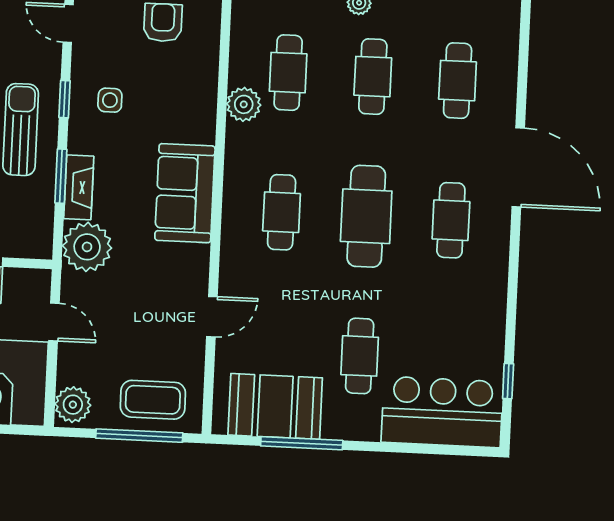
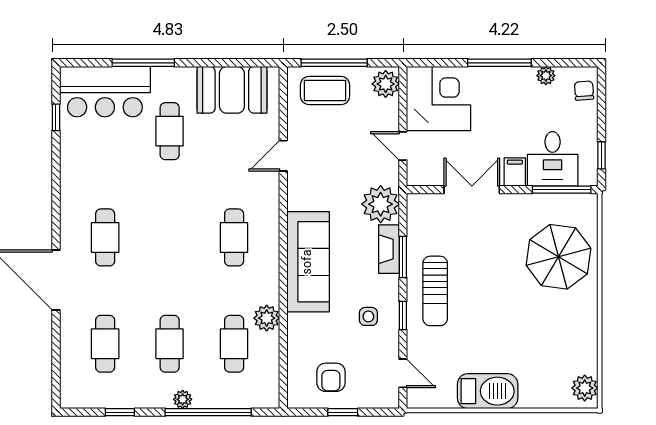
sofa: (185, 193) -> (308, 262), width x1.36
cafe table: (366, 216) -> (170, 237), removed
window: (302, 443) -> (143, 63), moved

